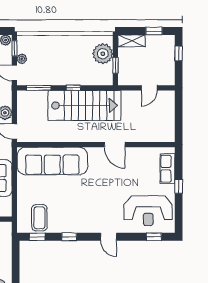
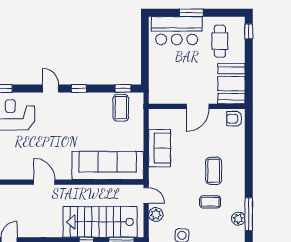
stairs: (85, 105) -> (100, 222), moved
window: (69, 237) -> (79, 88), moved

